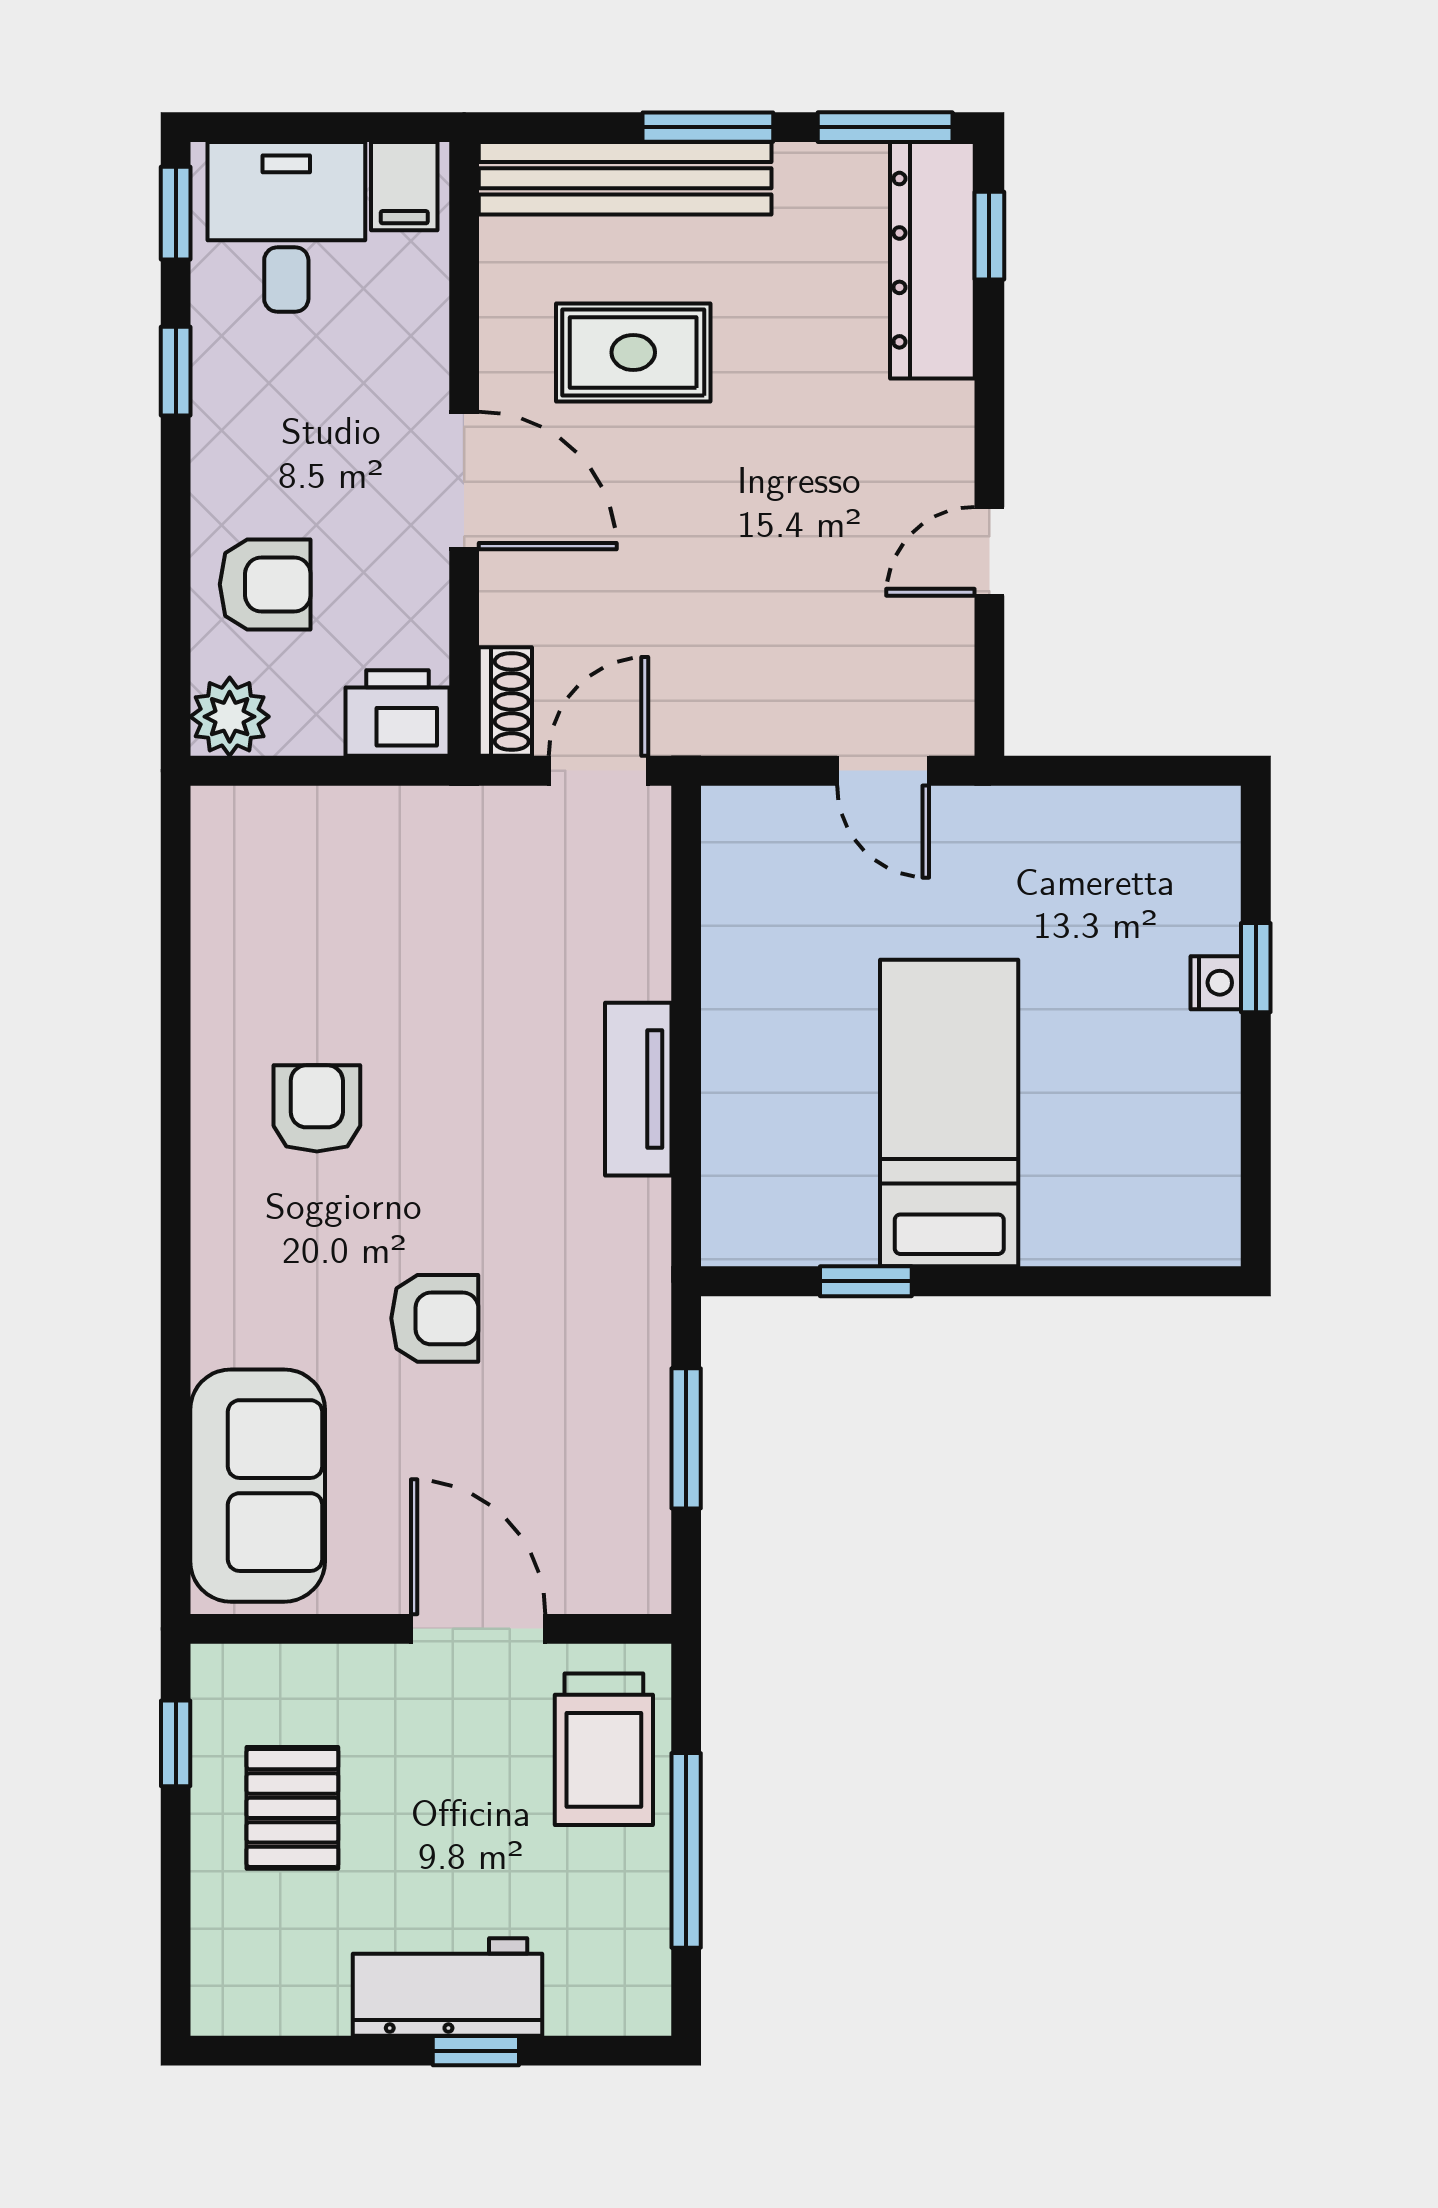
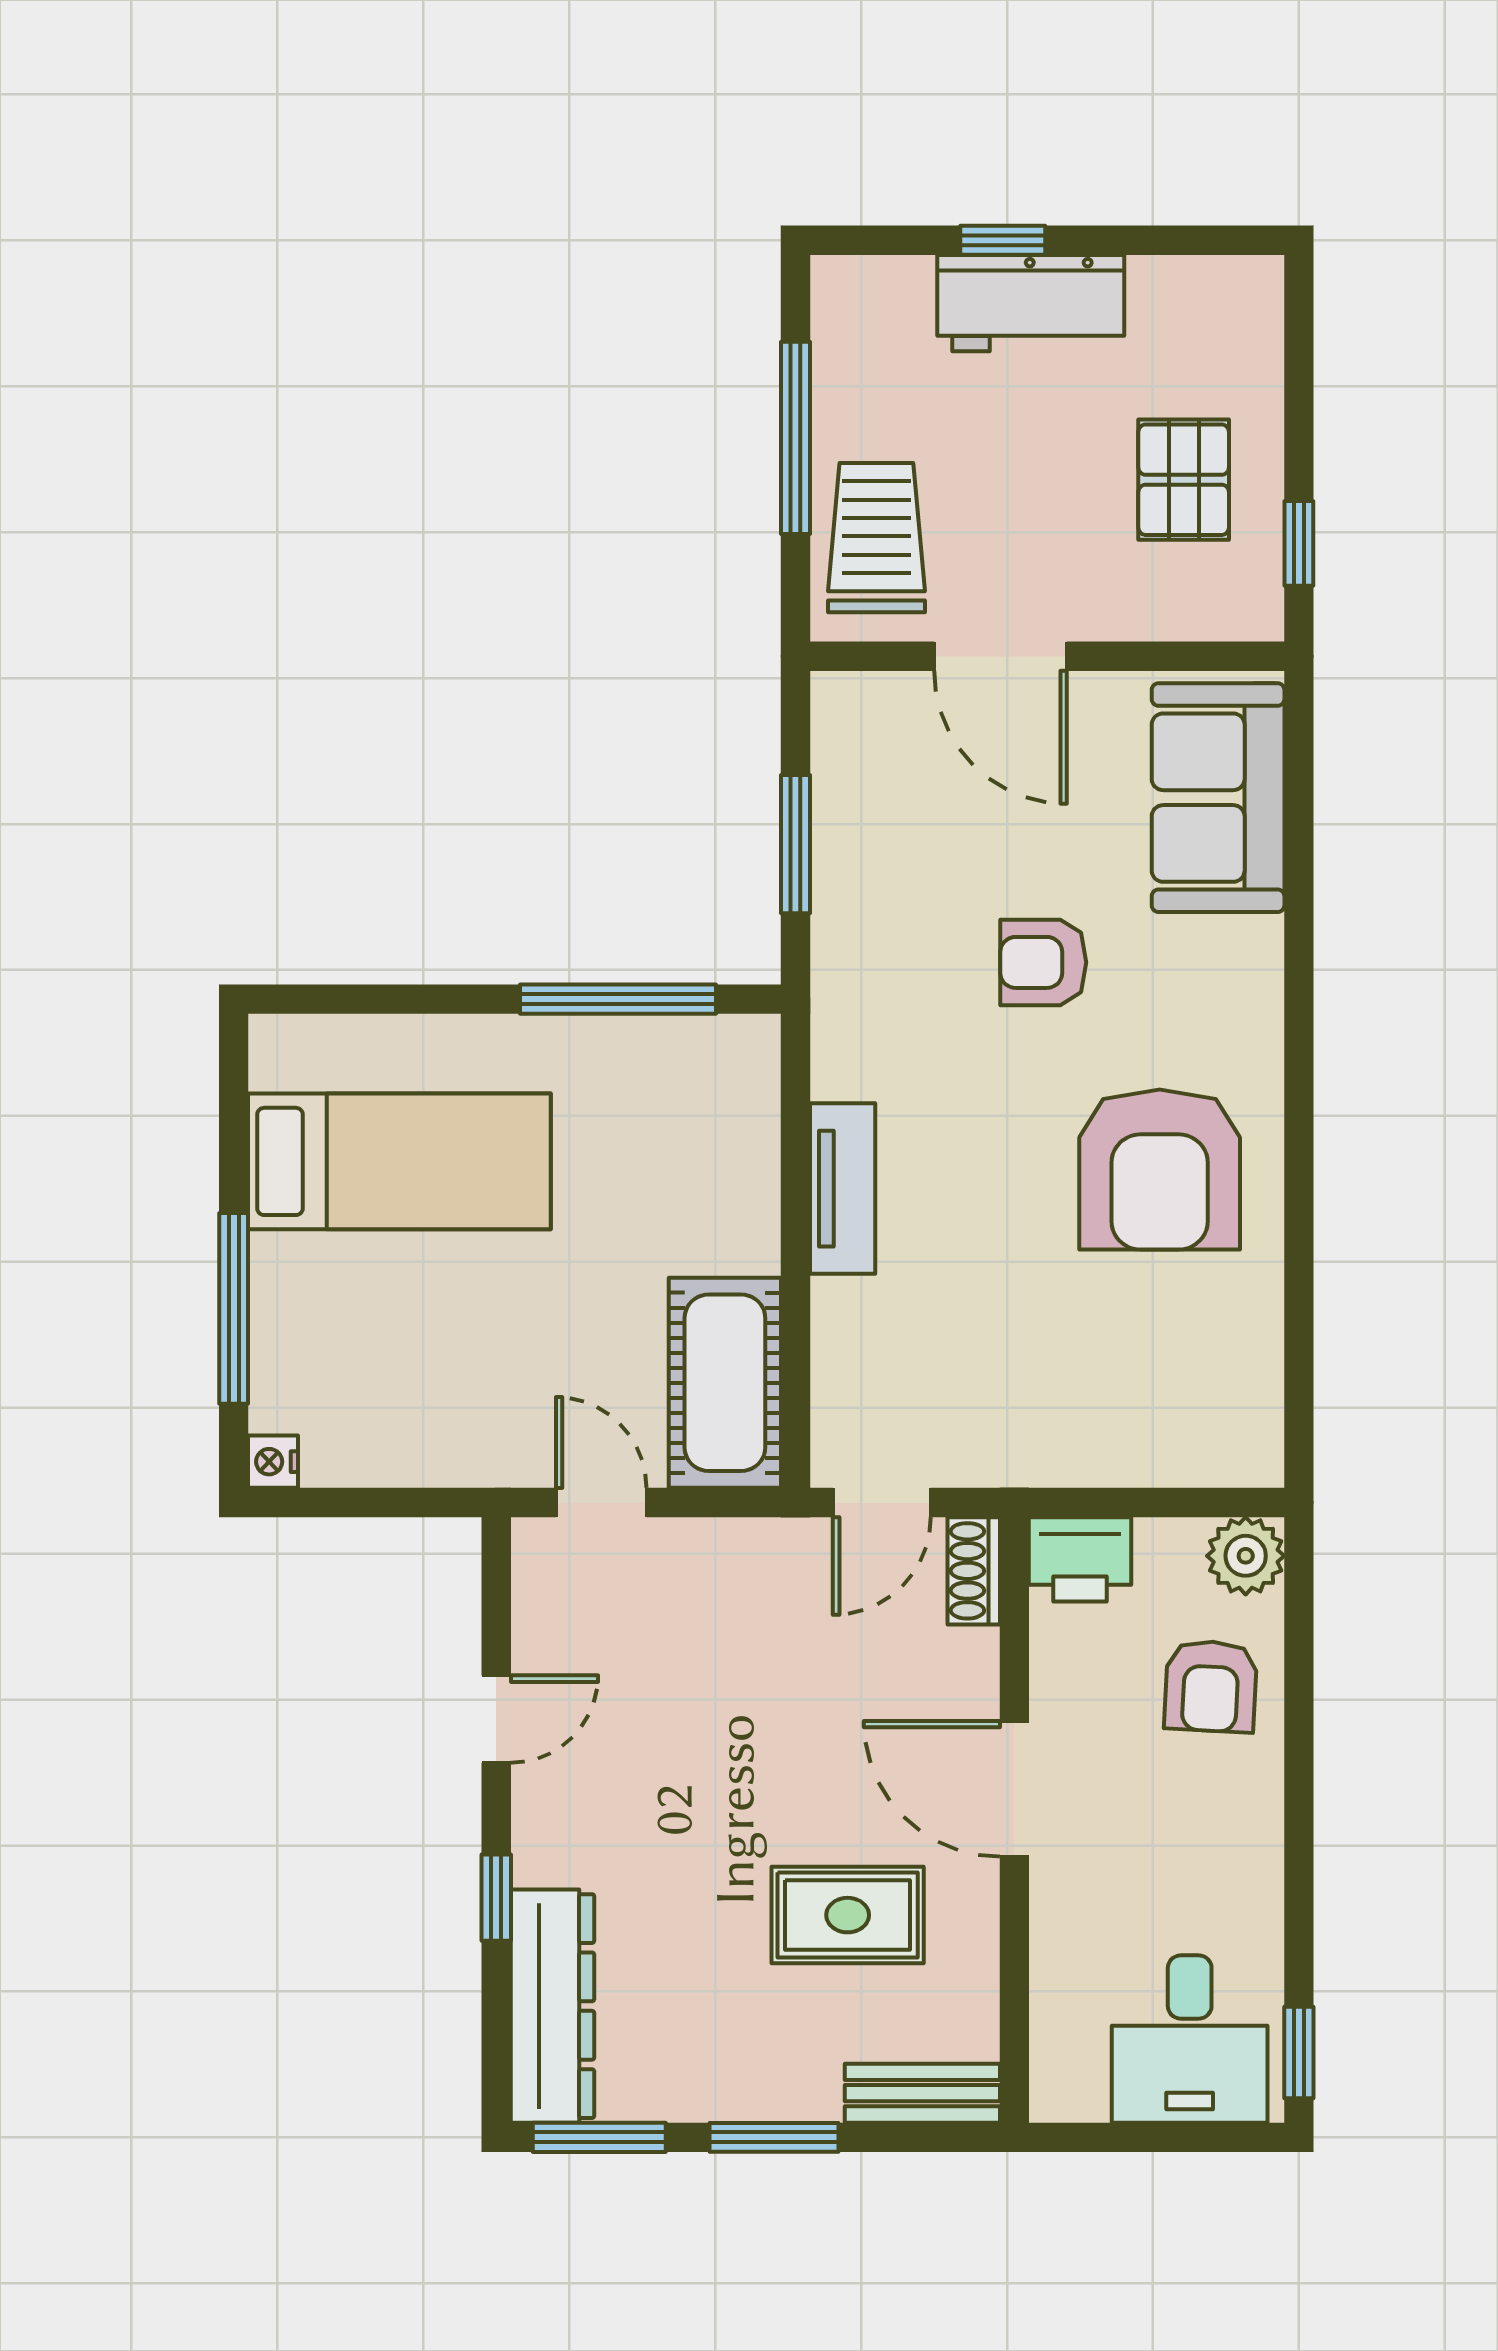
bench: (625, 178) -> (922, 2093), width x0.54, depth x0.82
filing cabinet: (404, 186) -> (1073, 2079), removed
window: (989, 236) -> (496, 1898), moved
window: (176, 371) -> (1299, 1897), removed
armchair: (265, 584) -> (1211, 1686), turned -87
cot: (758, 892) -> (725, 1383), added
window: (1256, 968) -> (234, 1308), width x2.17
nightstand: (1216, 983) -> (273, 1462), moved
armchair: (317, 1108) -> (1160, 1170), width x1.88, depth x1.88
bed: (949, 1113) -> (399, 1161), moved, turned -90
window: (866, 1281) -> (618, 999), width x2.17

